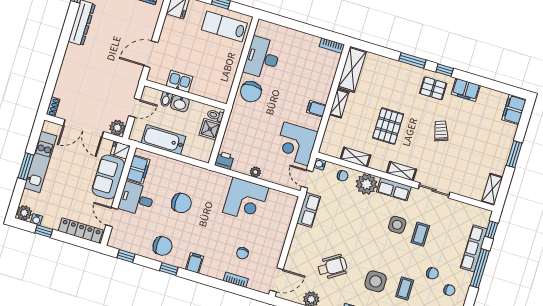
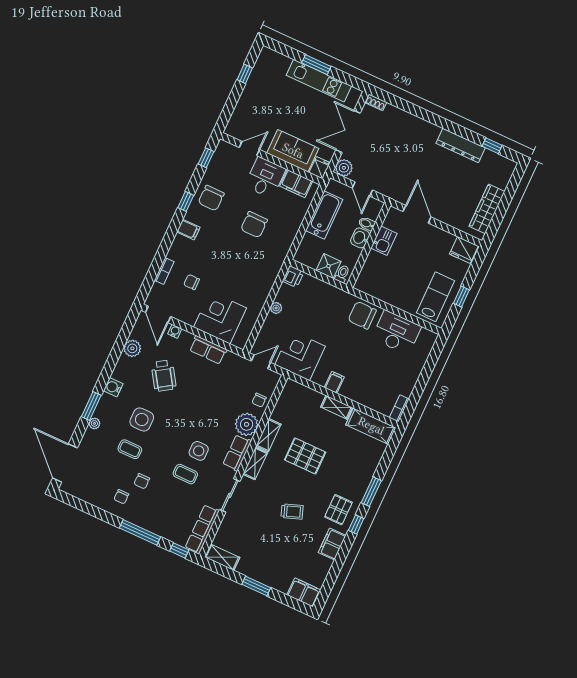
shelving: (355, 157) -> (268, 435), moved
water cooler: (320, 164) -> (175, 331), moved
corner desk: (246, 200) -> (220, 318), moved, turned 90
row of seats: (309, 210) -> (208, 350), moved
plant: (24, 213) -> (267, 56), removed
water cooler: (36, 219) -> (258, 68), removed
locker: (81, 230) -> (240, 113), removed
row of seats: (474, 248) -> (202, 529), moved, turned -90

